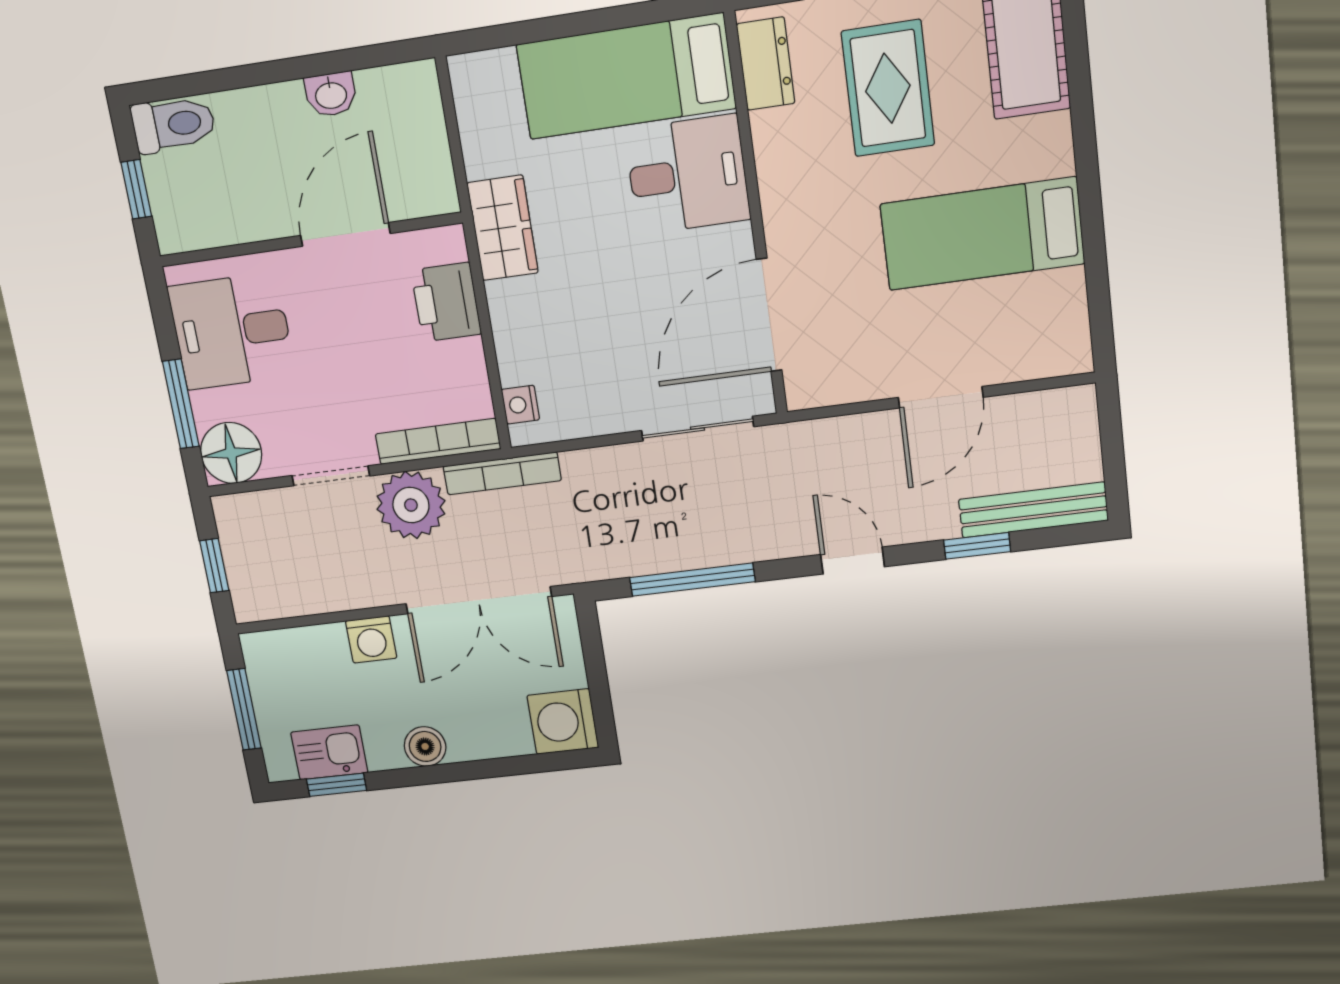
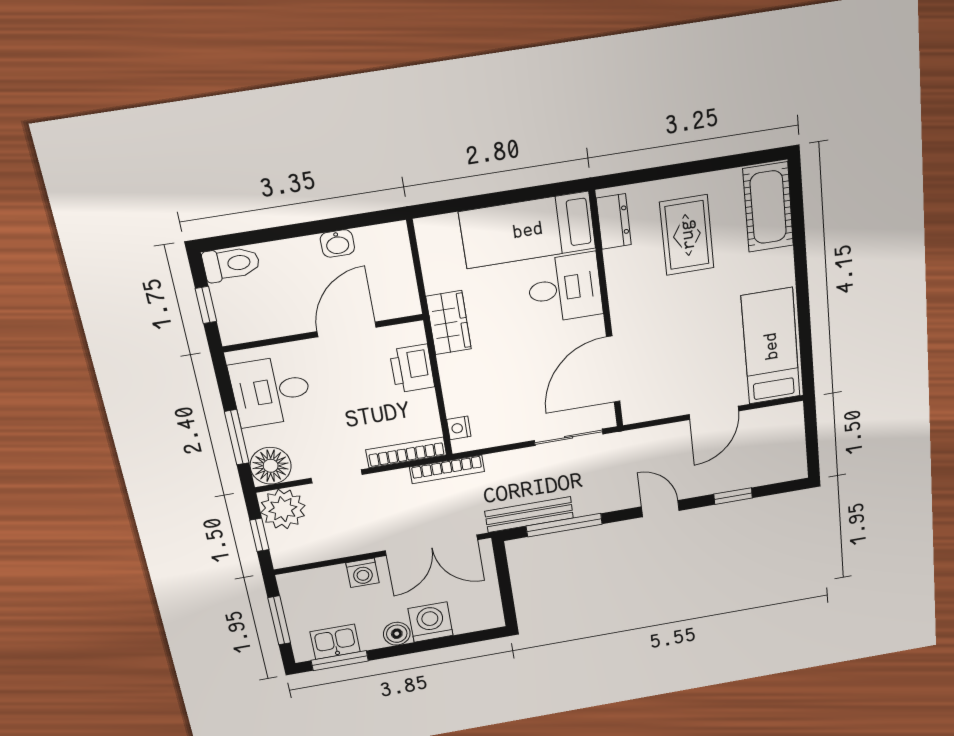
bed: (982, 234) -> (771, 346), moved, turned 90
plant: (411, 505) -> (283, 509), moved
bench: (1033, 510) -> (529, 515), moved
washing machine: (563, 722) -> (430, 622), moved, turned 90
window: (336, 785) -> (340, 661), width x1.50

